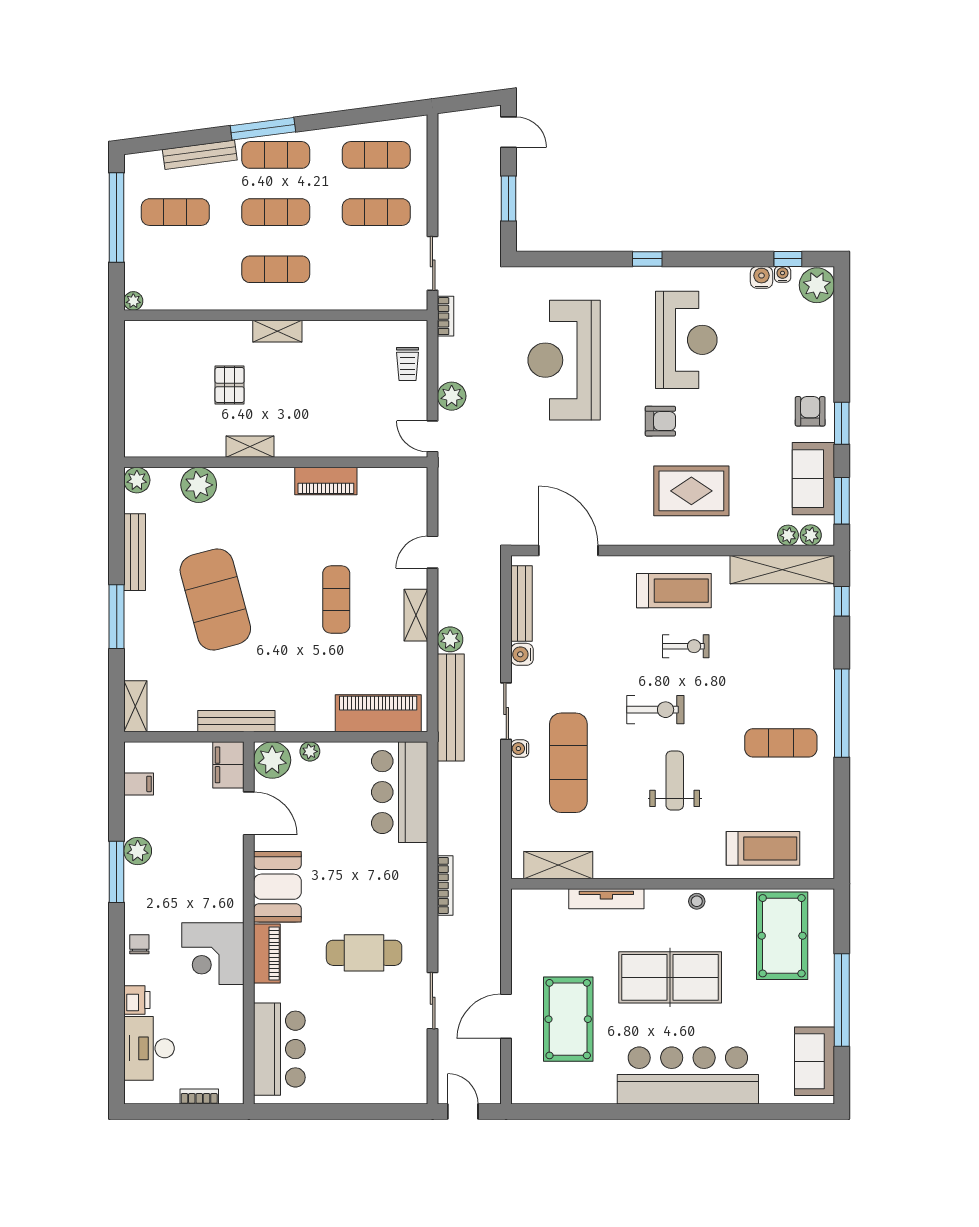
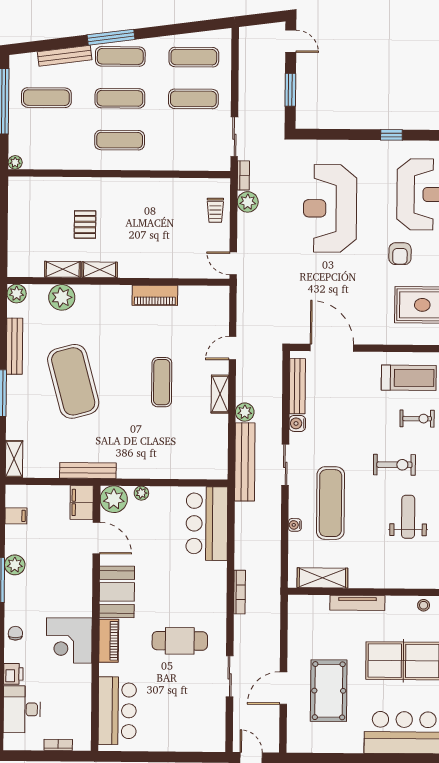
shelving: (277, 331) -> (63, 269), moved
plant: (452, 396) -> (248, 202), moved
armchair: (660, 421) -> (400, 254), turned 90
piano: (378, 713) -> (192, 466), removed
water cooler: (520, 749) -> (295, 525), moved

